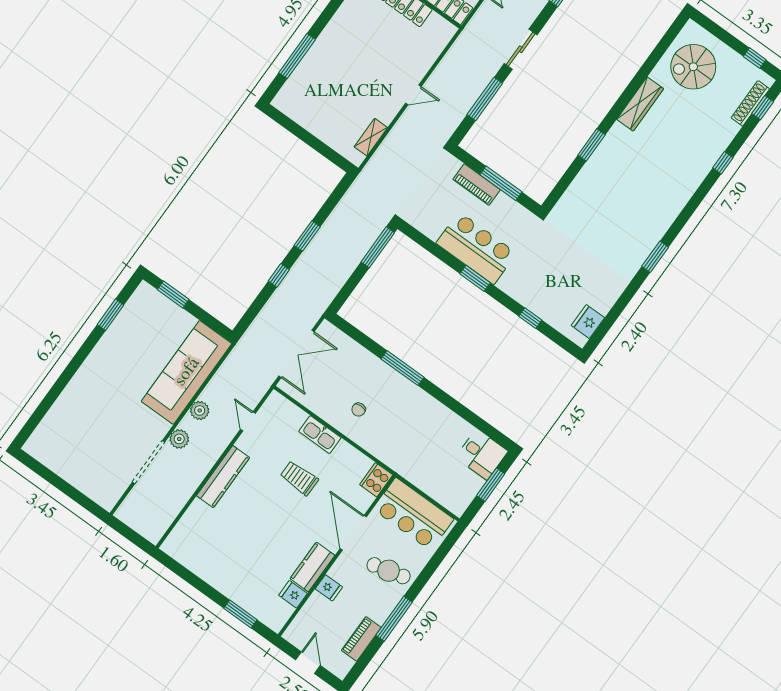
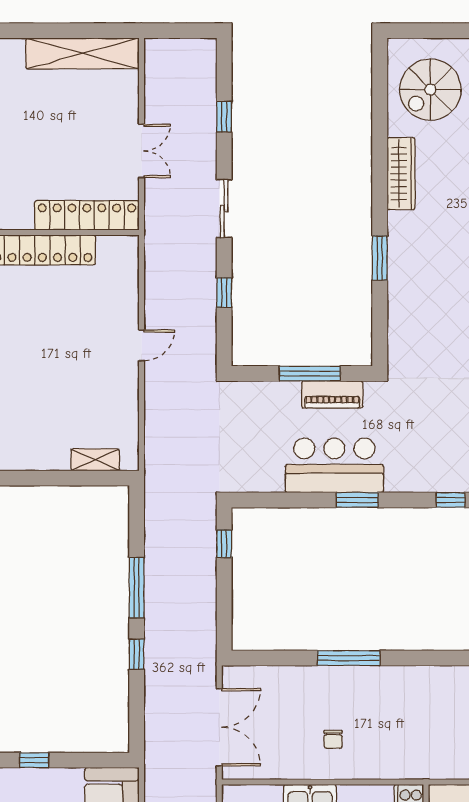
window: (485, 99) -> (224, 293), width x0.46
shelving: (371, 137) -> (95, 460), moved, turned 90
piano: (477, 185) -> (332, 394), moved
window: (307, 236) -> (137, 588), width x1.44
window: (378, 247) -> (224, 544), width x0.46
window: (173, 294) -> (34, 760), width x0.67

